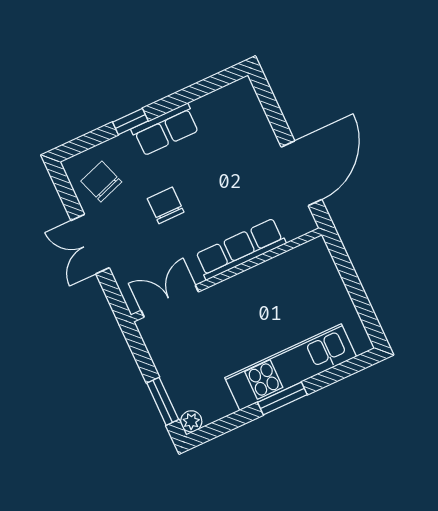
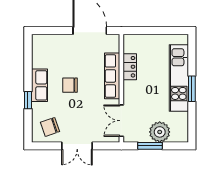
chair: (166, 205) -> (70, 85), moved
locker: (271, 272) -> (130, 67), added
window: (163, 401) -> (150, 146), moved
plant: (191, 421) -> (160, 132), moved, width x1.88, depth x1.88

